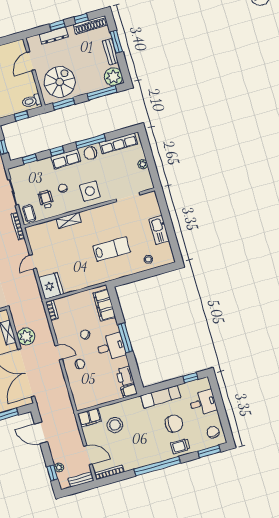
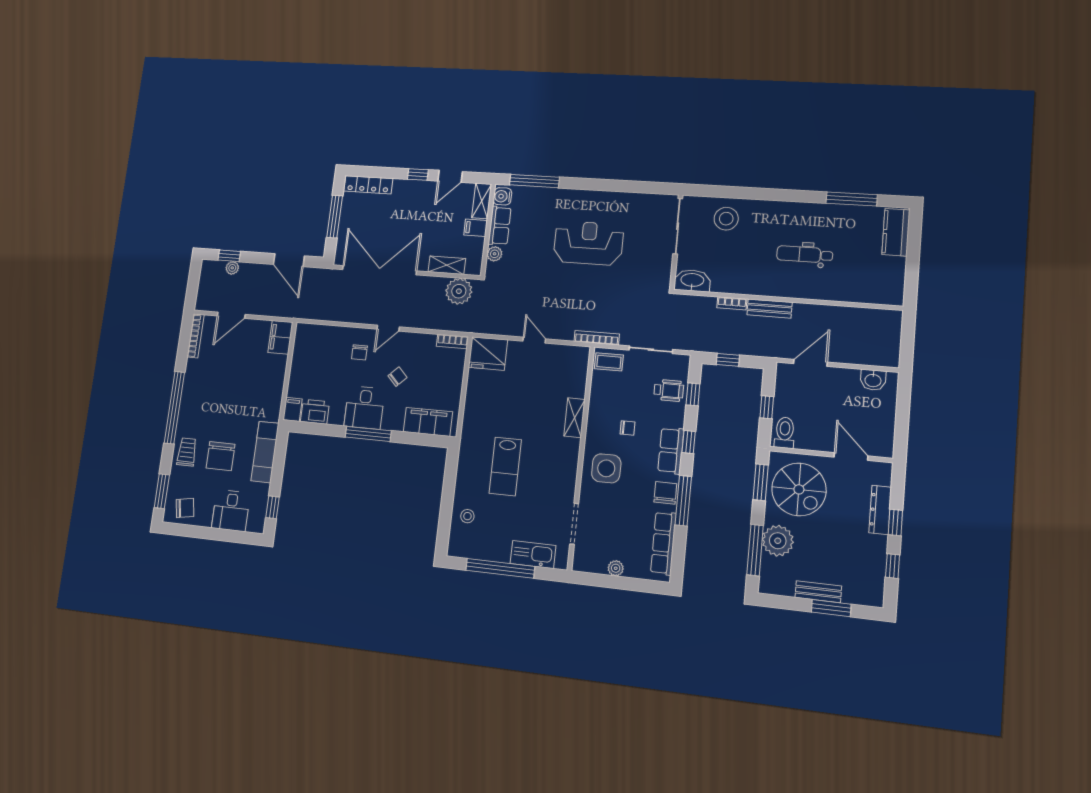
shoe rack: (91, 25) -> (876, 577), removed
plant: (113, 77) -> (778, 541), moved
wheelchair: (46, 199) -> (669, 390), moved
window: (170, 229) -> (500, 568), added
kitchen sink: (159, 230) -> (533, 554), moved
plant: (26, 336) -> (459, 291), moved
stool: (115, 425) -> (255, 370), removed
door: (41, 433) -> (289, 260), swing flipped
bench: (81, 480) -> (203, 293), removed

